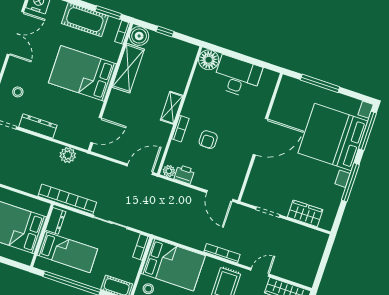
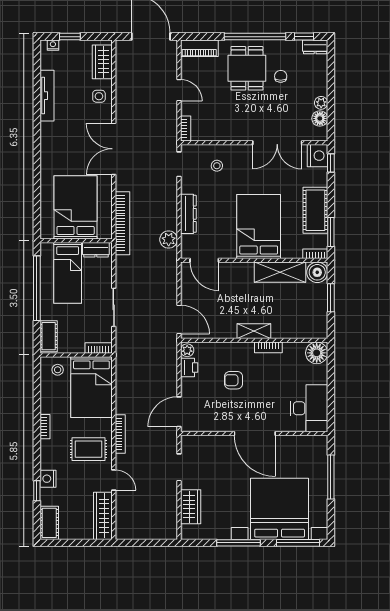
window: (165, 32) -> (331, 298), width x1.50
desk: (237, 77) -> (309, 408), moved
dresser: (38, 126) -> (188, 214), moved
bookcase: (180, 129) -> (268, 347), moved
bookcase: (67, 199) -> (122, 223), moved

